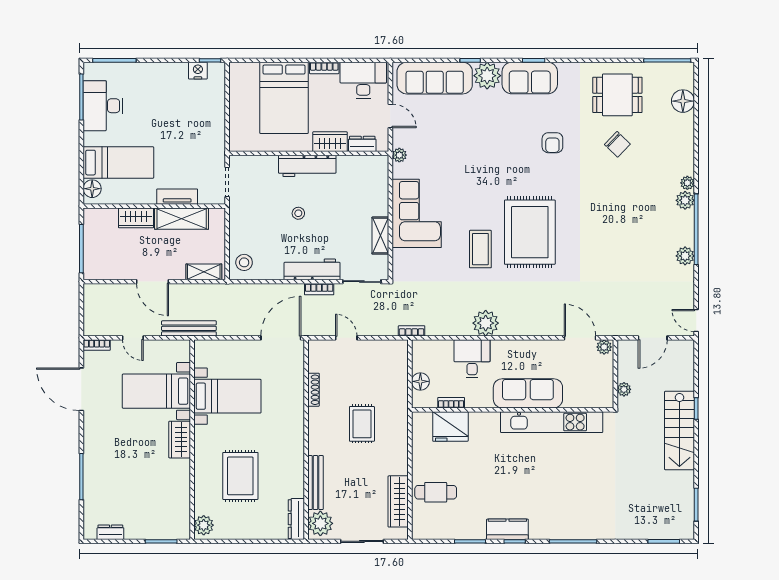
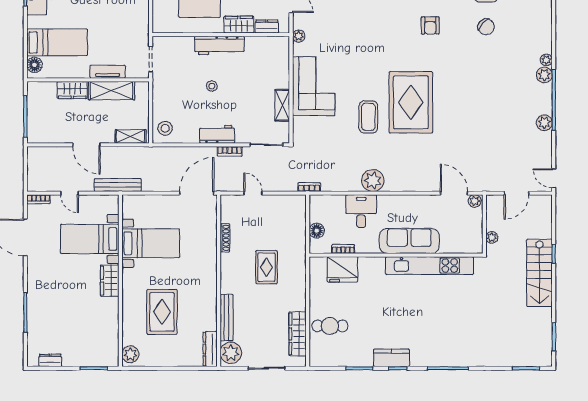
workbench: (312, 269) -> (217, 134), width x0.73

